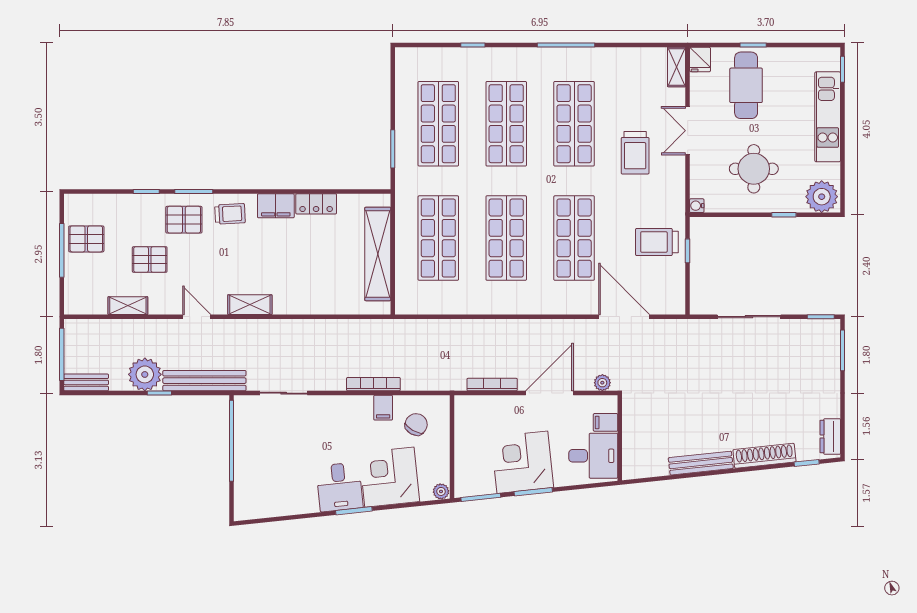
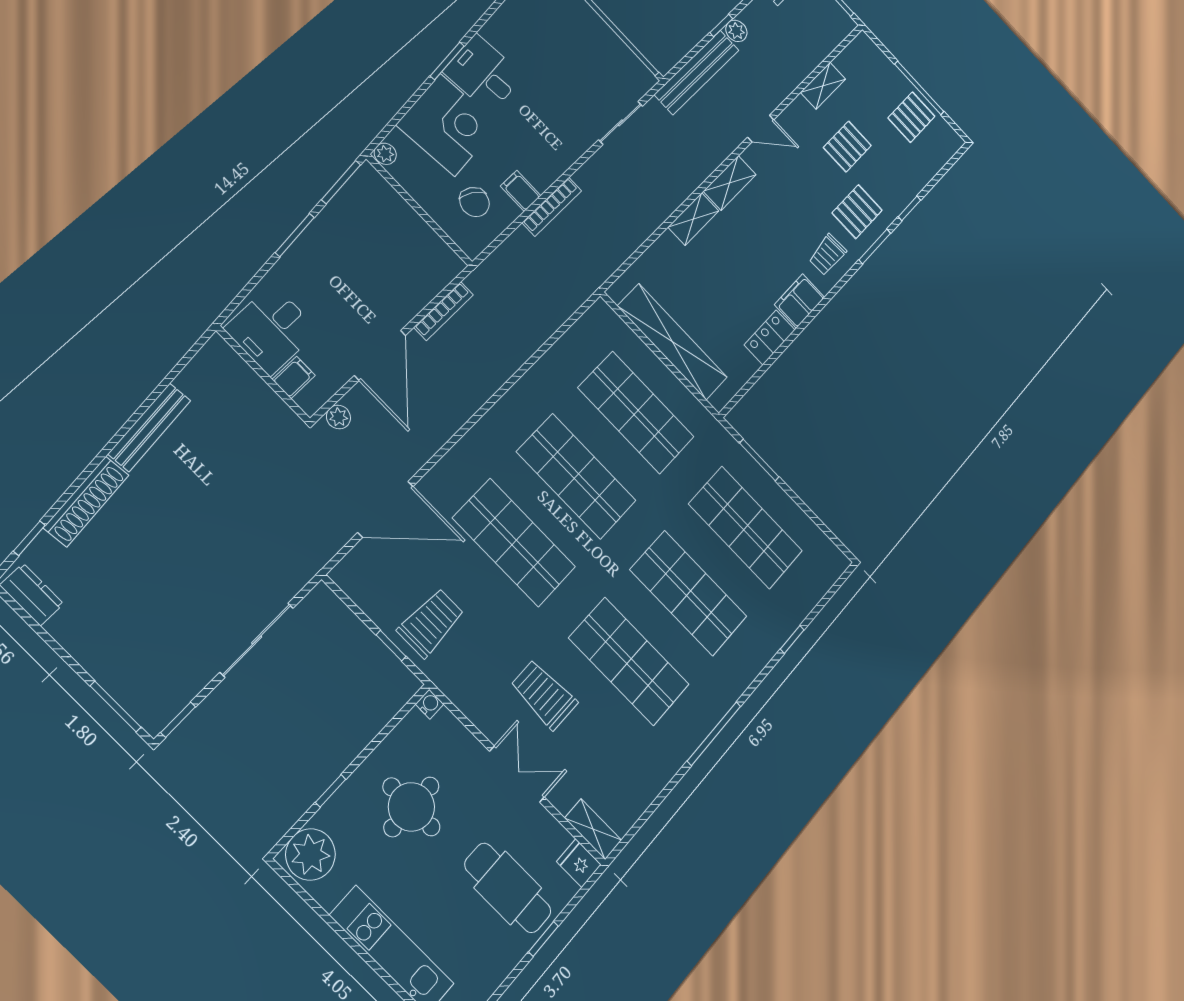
shelving: (294, 305) -> (693, 219), added
plant: (145, 374) -> (736, 31), width x0.53, depth x0.53
corner desk: (522, 462) -> (336, 257), removed

